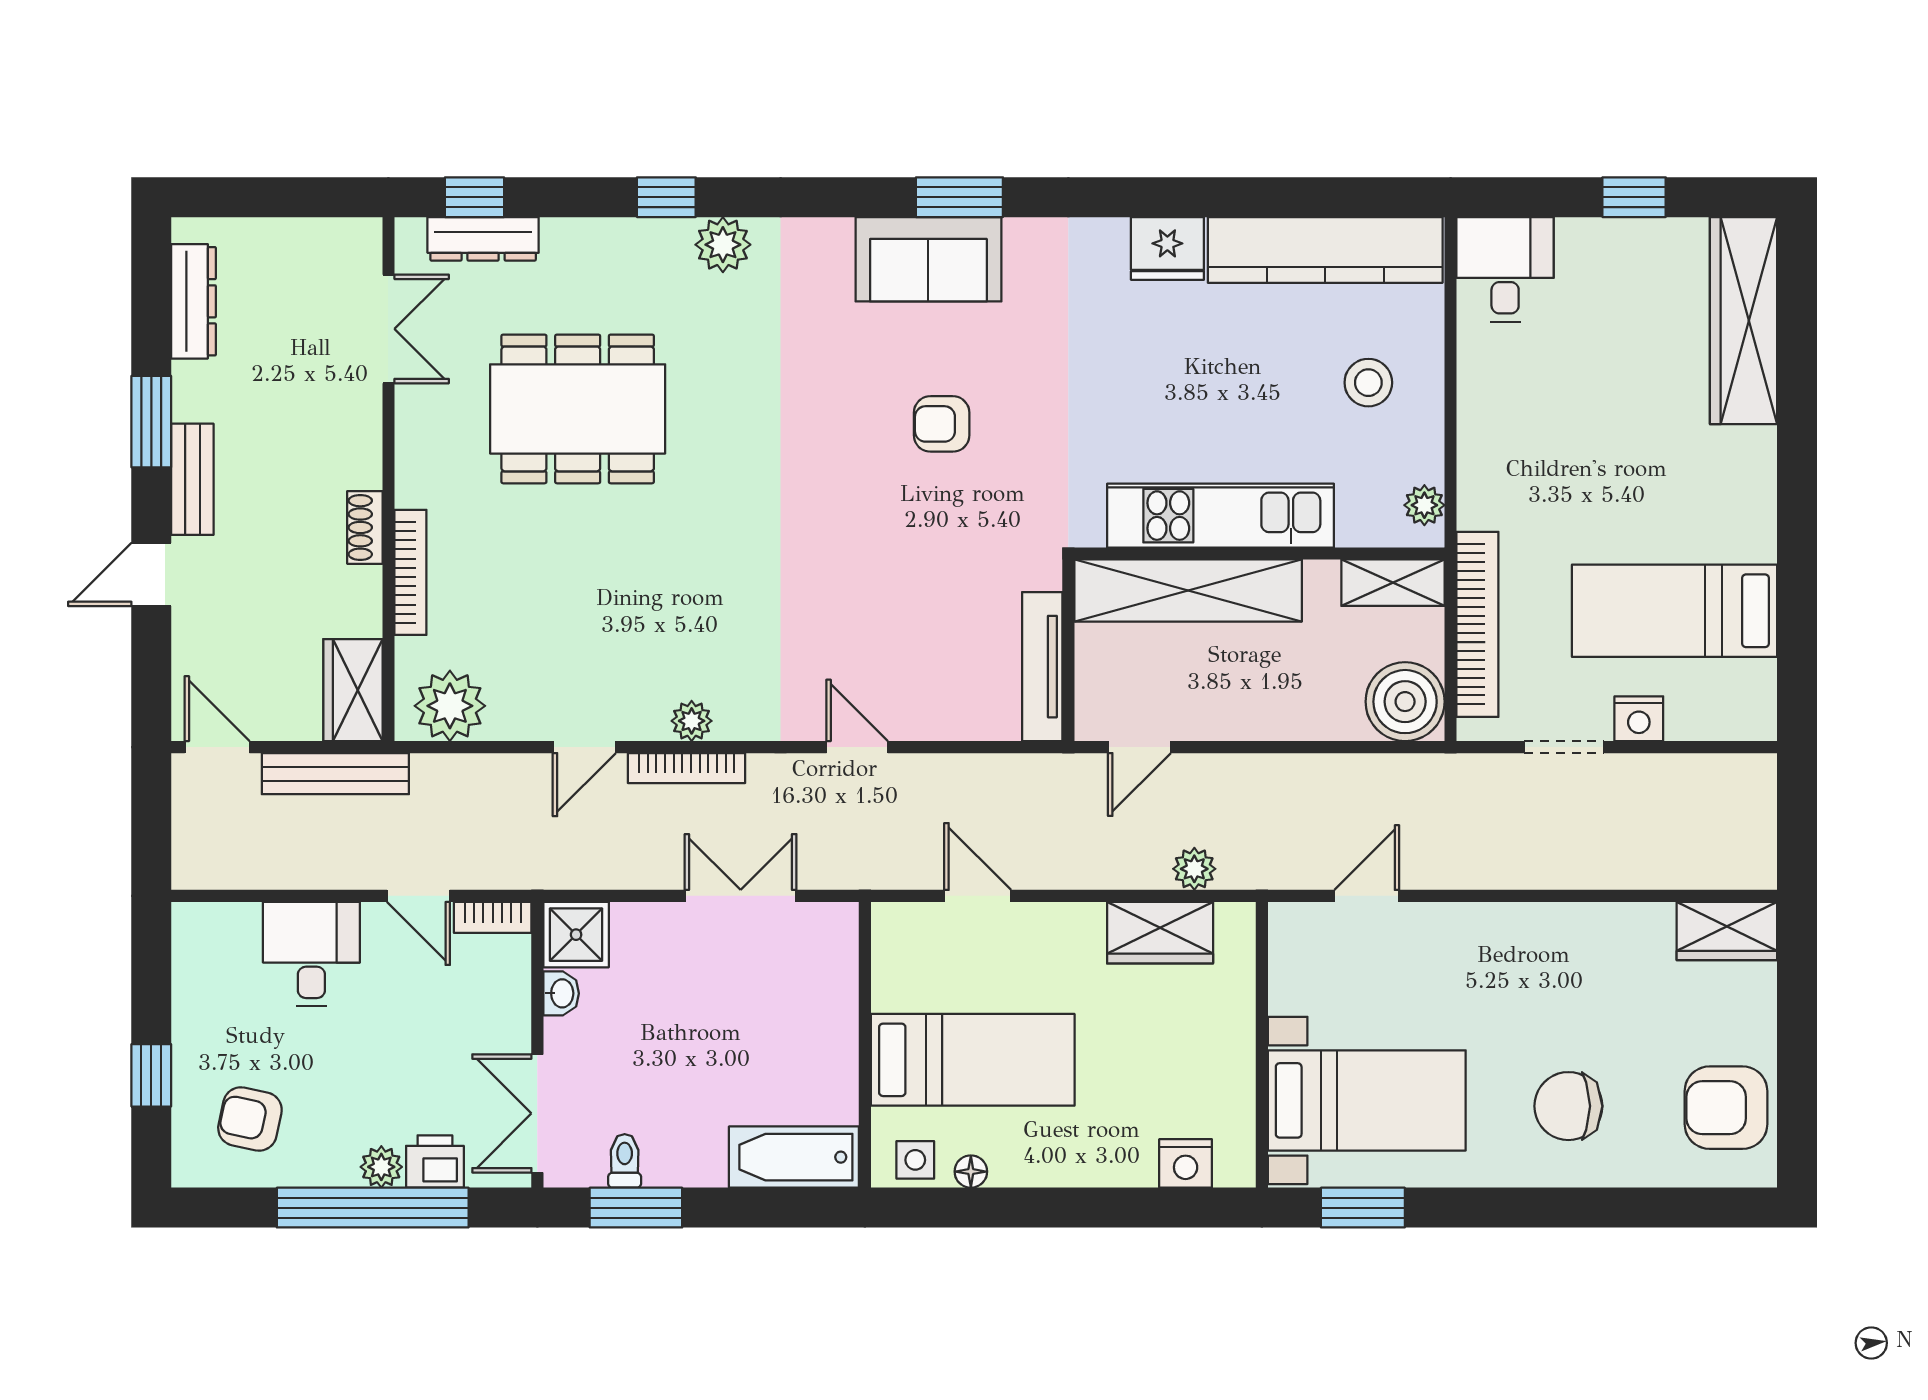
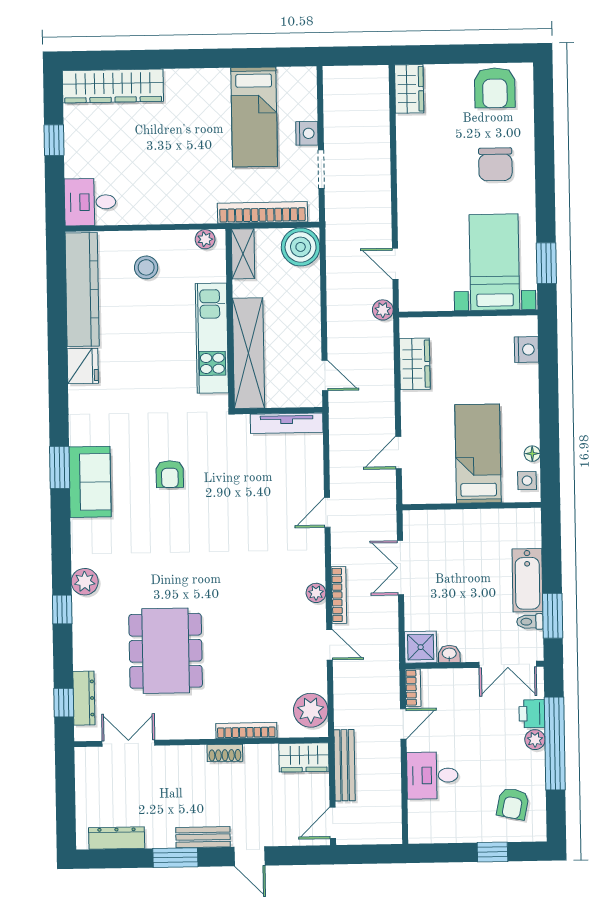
plant: (1194, 869) -> (383, 310), moved
bathtub: (794, 1157) -> (527, 580), moved

